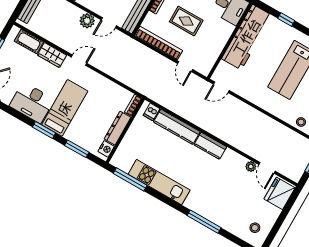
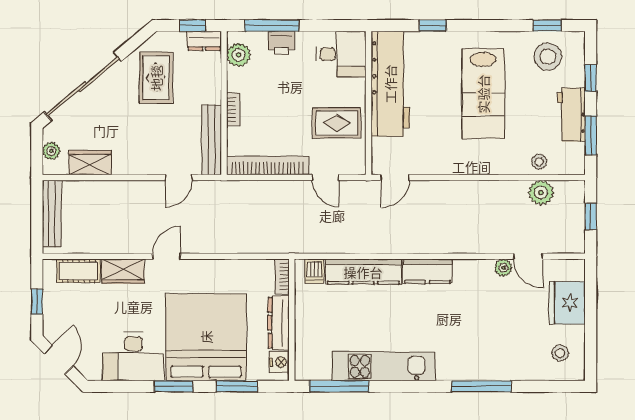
plant: (87, 21) -> (541, 193), moved
rug: (186, 21) -> (337, 123), moved
bed: (65, 108) -> (206, 337), width x2.04
fridge: (280, 193) -> (567, 303), moved

